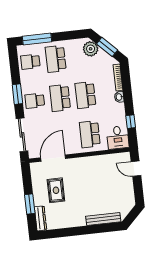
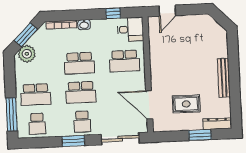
bench: (103, 219) -> (224, 78), moved

